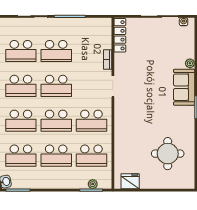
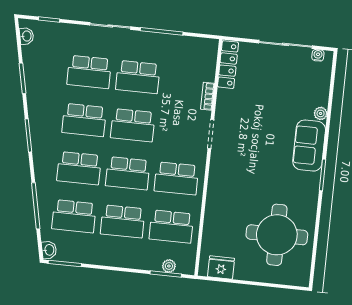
round table: (168, 154) -> (277, 235), width x1.36, depth x1.36

